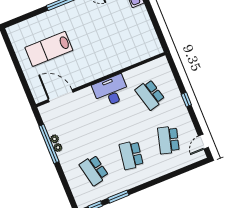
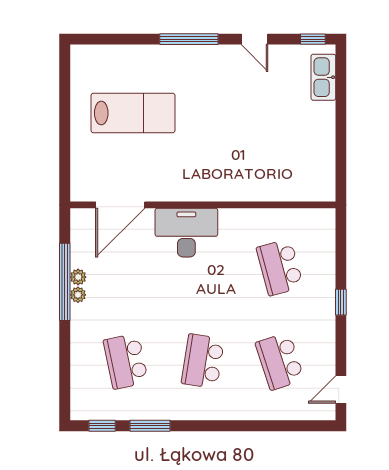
lab bench: (49, 49) -> (133, 113), turned 180
desk: (111, 91) -> (186, 233), moved
door: (61, 96) -> (120, 205), swing flipped
school desk: (168, 140) -> (280, 361), turned -33

